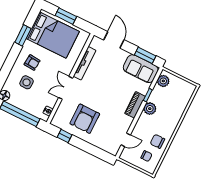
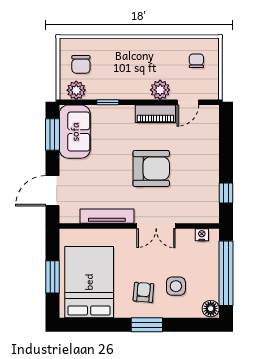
window: (23, 35) -> (147, 325), moved
piano: (135, 105) -> (155, 114), moved
plant: (150, 109) -> (160, 90), moved
armchair: (85, 119) -> (151, 168), moved
door: (126, 140) -> (188, 102), swing flipped
chair: (157, 141) -> (81, 64), moved

